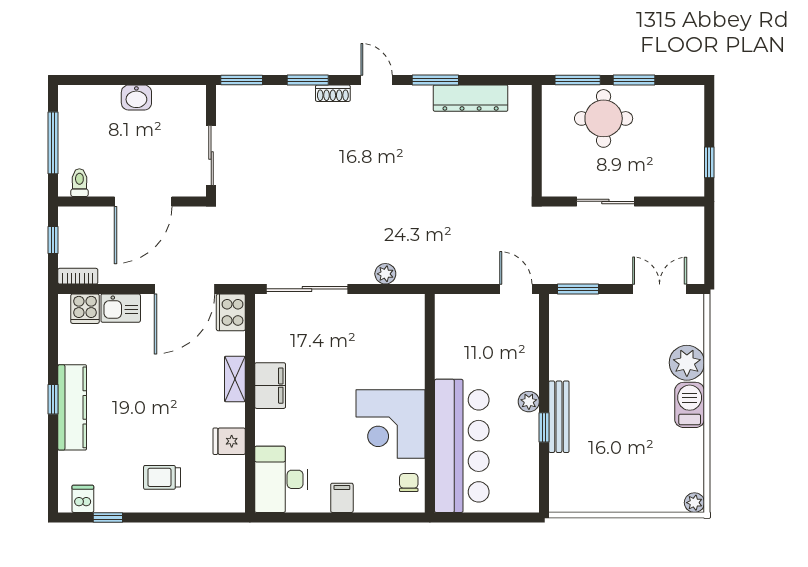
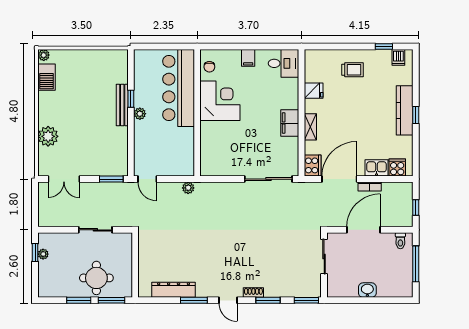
plant: (695, 160) -> (43, 254), added
plant: (385, 274) -> (188, 188), moved
bookcase: (78, 276) -> (370, 186), moved
barbecue: (690, 405) -> (46, 77), moved
desk: (281, 479) -> (284, 63), width x0.73

